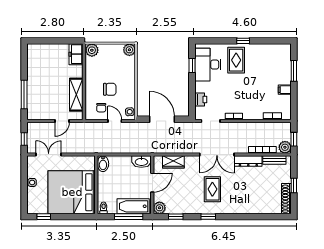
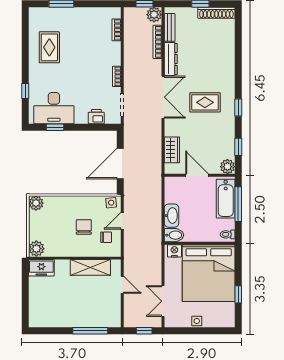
window: (243, 41) -> (25, 91), moved
rug: (236, 60) -> (49, 47), moved, turned 90
filing cabinet: (285, 90) -> (84, 15), removed
washbasin: (141, 162) -> (171, 216), moved
nightstand: (90, 164) -> (174, 251), added
window: (44, 217) -> (238, 294), moved

